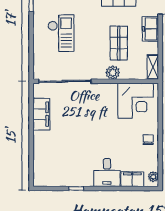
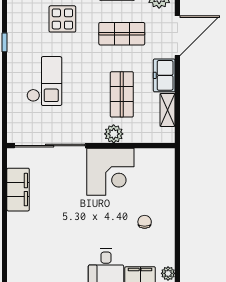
shelving: (153, 67) -> (167, 110), moved
corner desk: (136, 101) -> (110, 172), moved
chair: (148, 140) -> (145, 222), moved

